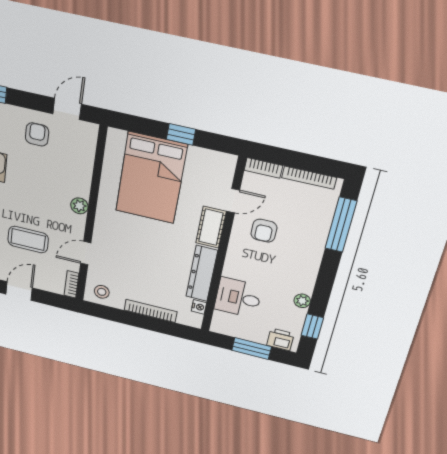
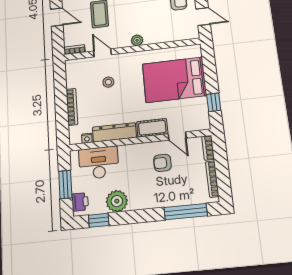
window: (181, 134) -> (214, 102), moved
stool: (102, 292) -> (108, 82), moved
desk: (238, 298) -> (99, 163), width x1.37
plant: (302, 301) -> (117, 201), width x1.88, depth x1.88

